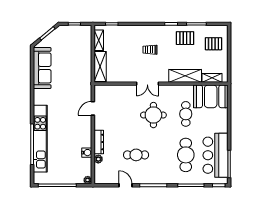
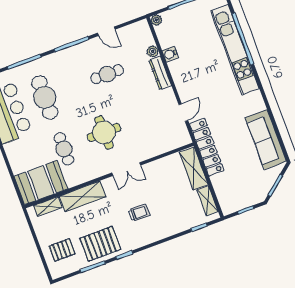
pallet: (185, 38) -> (100, 244), width x1.50, depth x1.42
locker: (85, 78) -> (207, 147), added
double door: (147, 84) -> (126, 169), swing flipped

